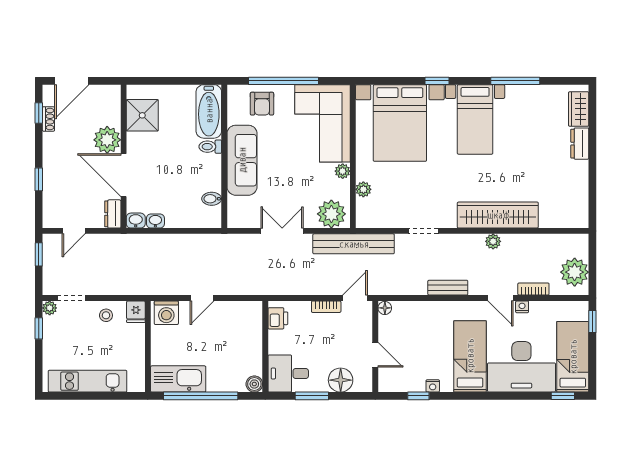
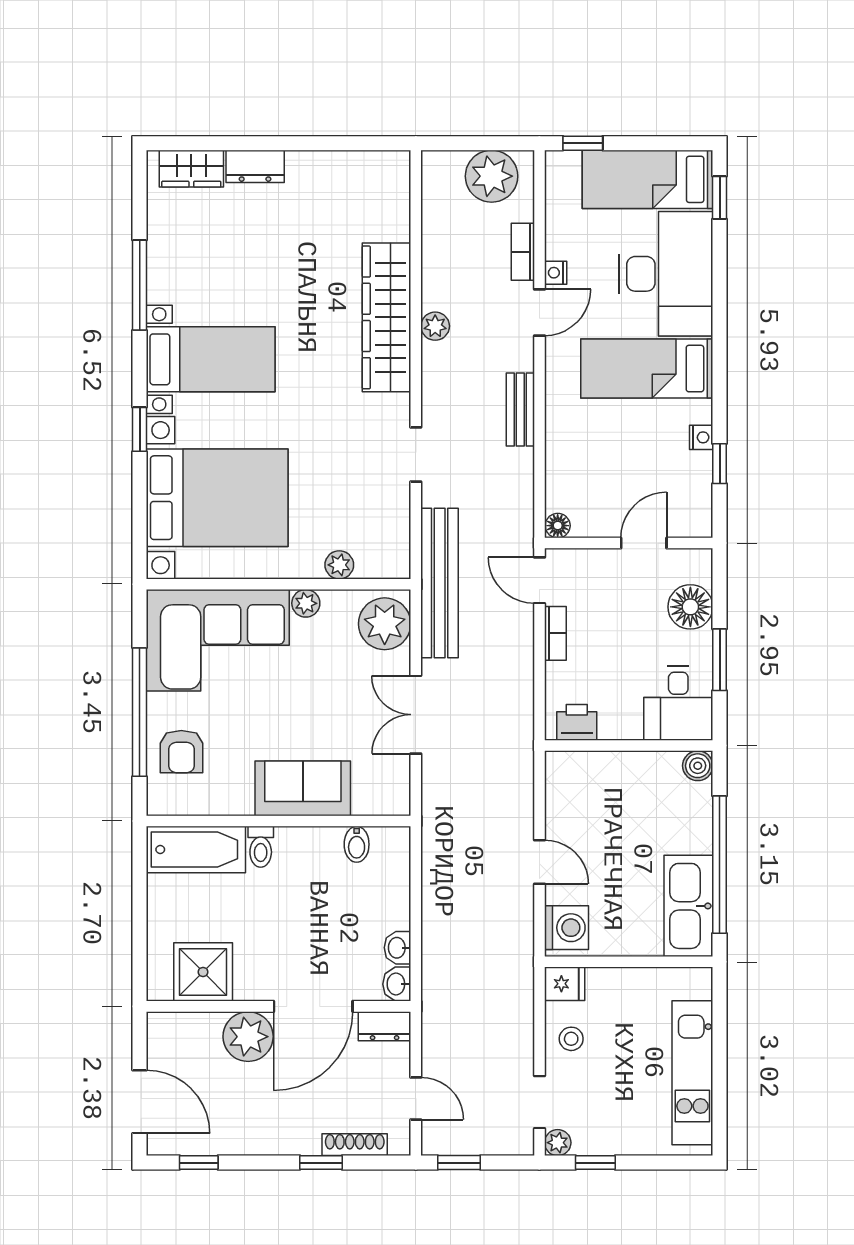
armchair: (262, 104) -> (181, 752), turned 90
shoe rack: (48, 119) -> (355, 1145), moved, width x1.43
sofa: (242, 160) -> (303, 788), width x0.73

